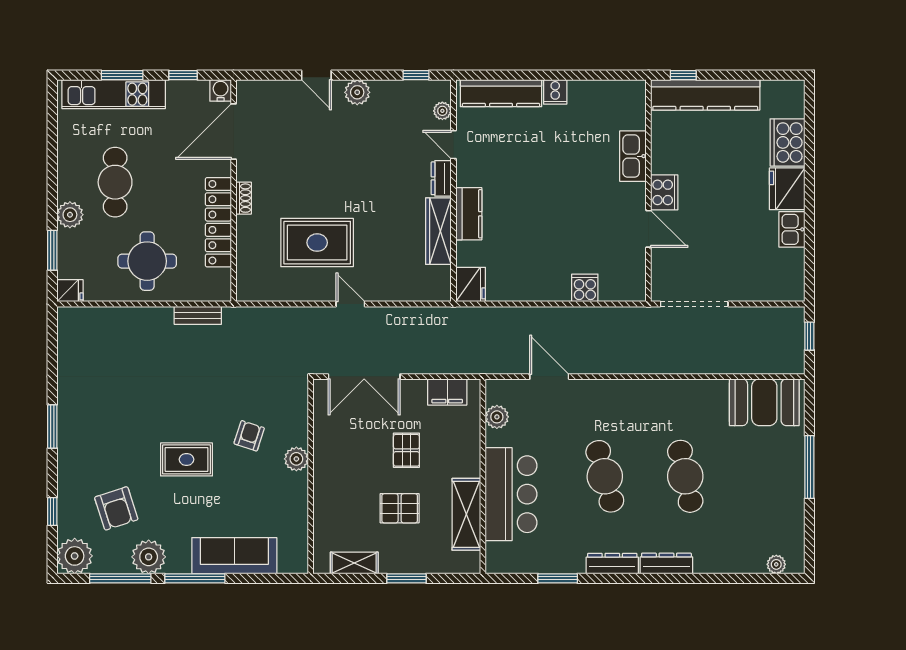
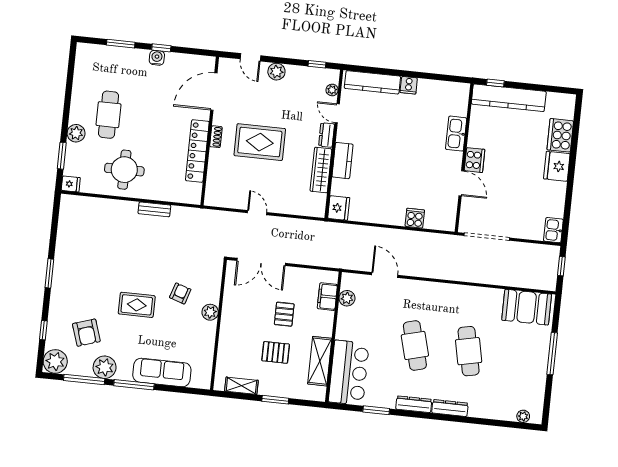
water cooler: (221, 90) -> (157, 58), moved
kitchen unit: (114, 94) -> (114, 56), removed
door: (234, 132) -> (214, 92), moved
wall: (234, 191) -> (210, 131), moved
shoe rack: (244, 198) -> (216, 137), moved
locker: (218, 222) -> (197, 151), moved
kitchen sink: (792, 229) -> (553, 230), moved
rug: (317, 243) -> (260, 142), moved
filing cabinet: (447, 392) -> (327, 297), moved, turned 90
bar counter: (511, 494) -> (349, 373), moved

